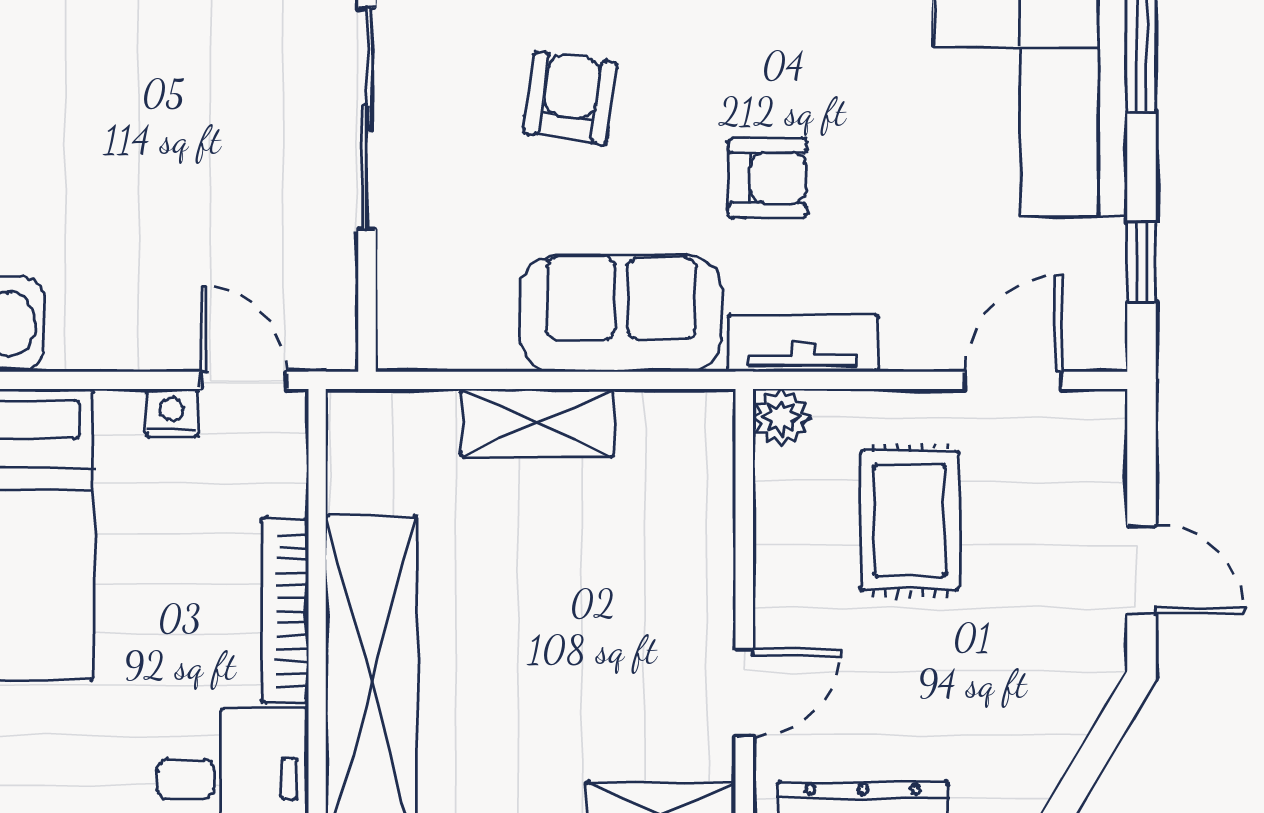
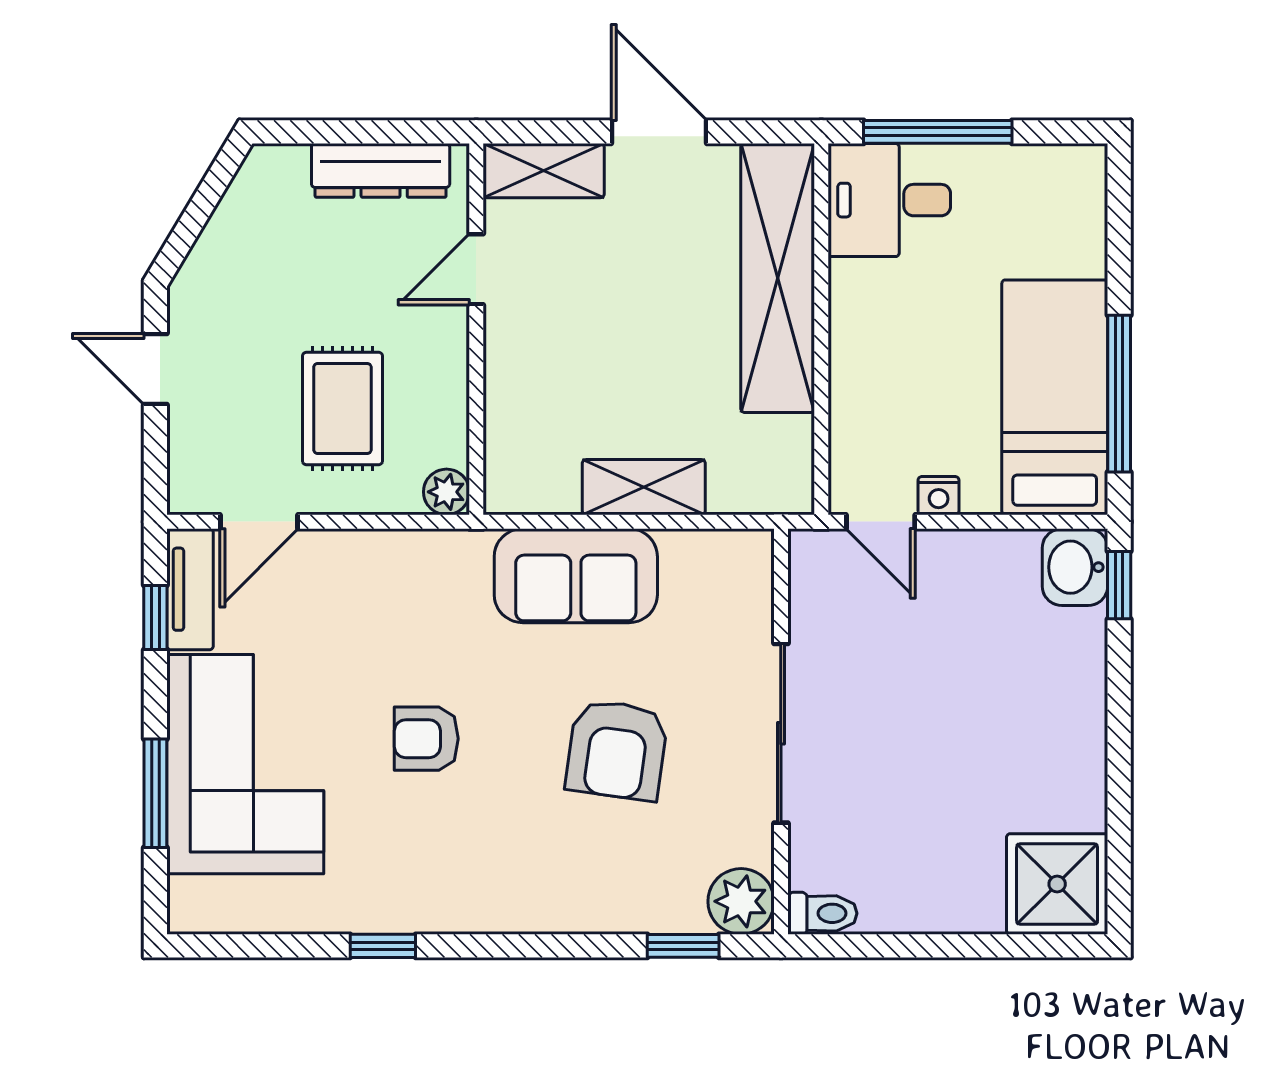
armchair: (570, 98) -> (617, 750), width x1.38, depth x1.38
armchair: (767, 178) -> (426, 739), moved
tv unit: (803, 343) -> (190, 589), moved, turned -90
bookcase: (285, 610) -> (847, 336), removed

